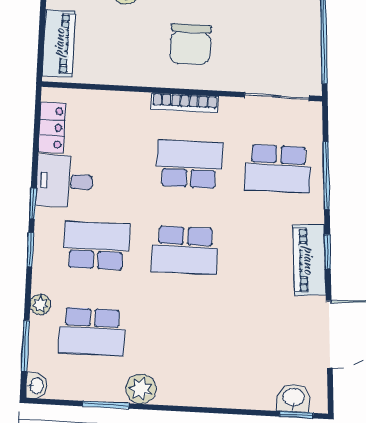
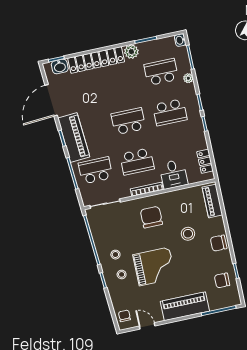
desk: (64, 181) -> (173, 174), moved, turned 90
piano: (309, 260) -> (74, 137), width x1.37, depth x1.33
locker: (217, 391) -> (96, 60), added

